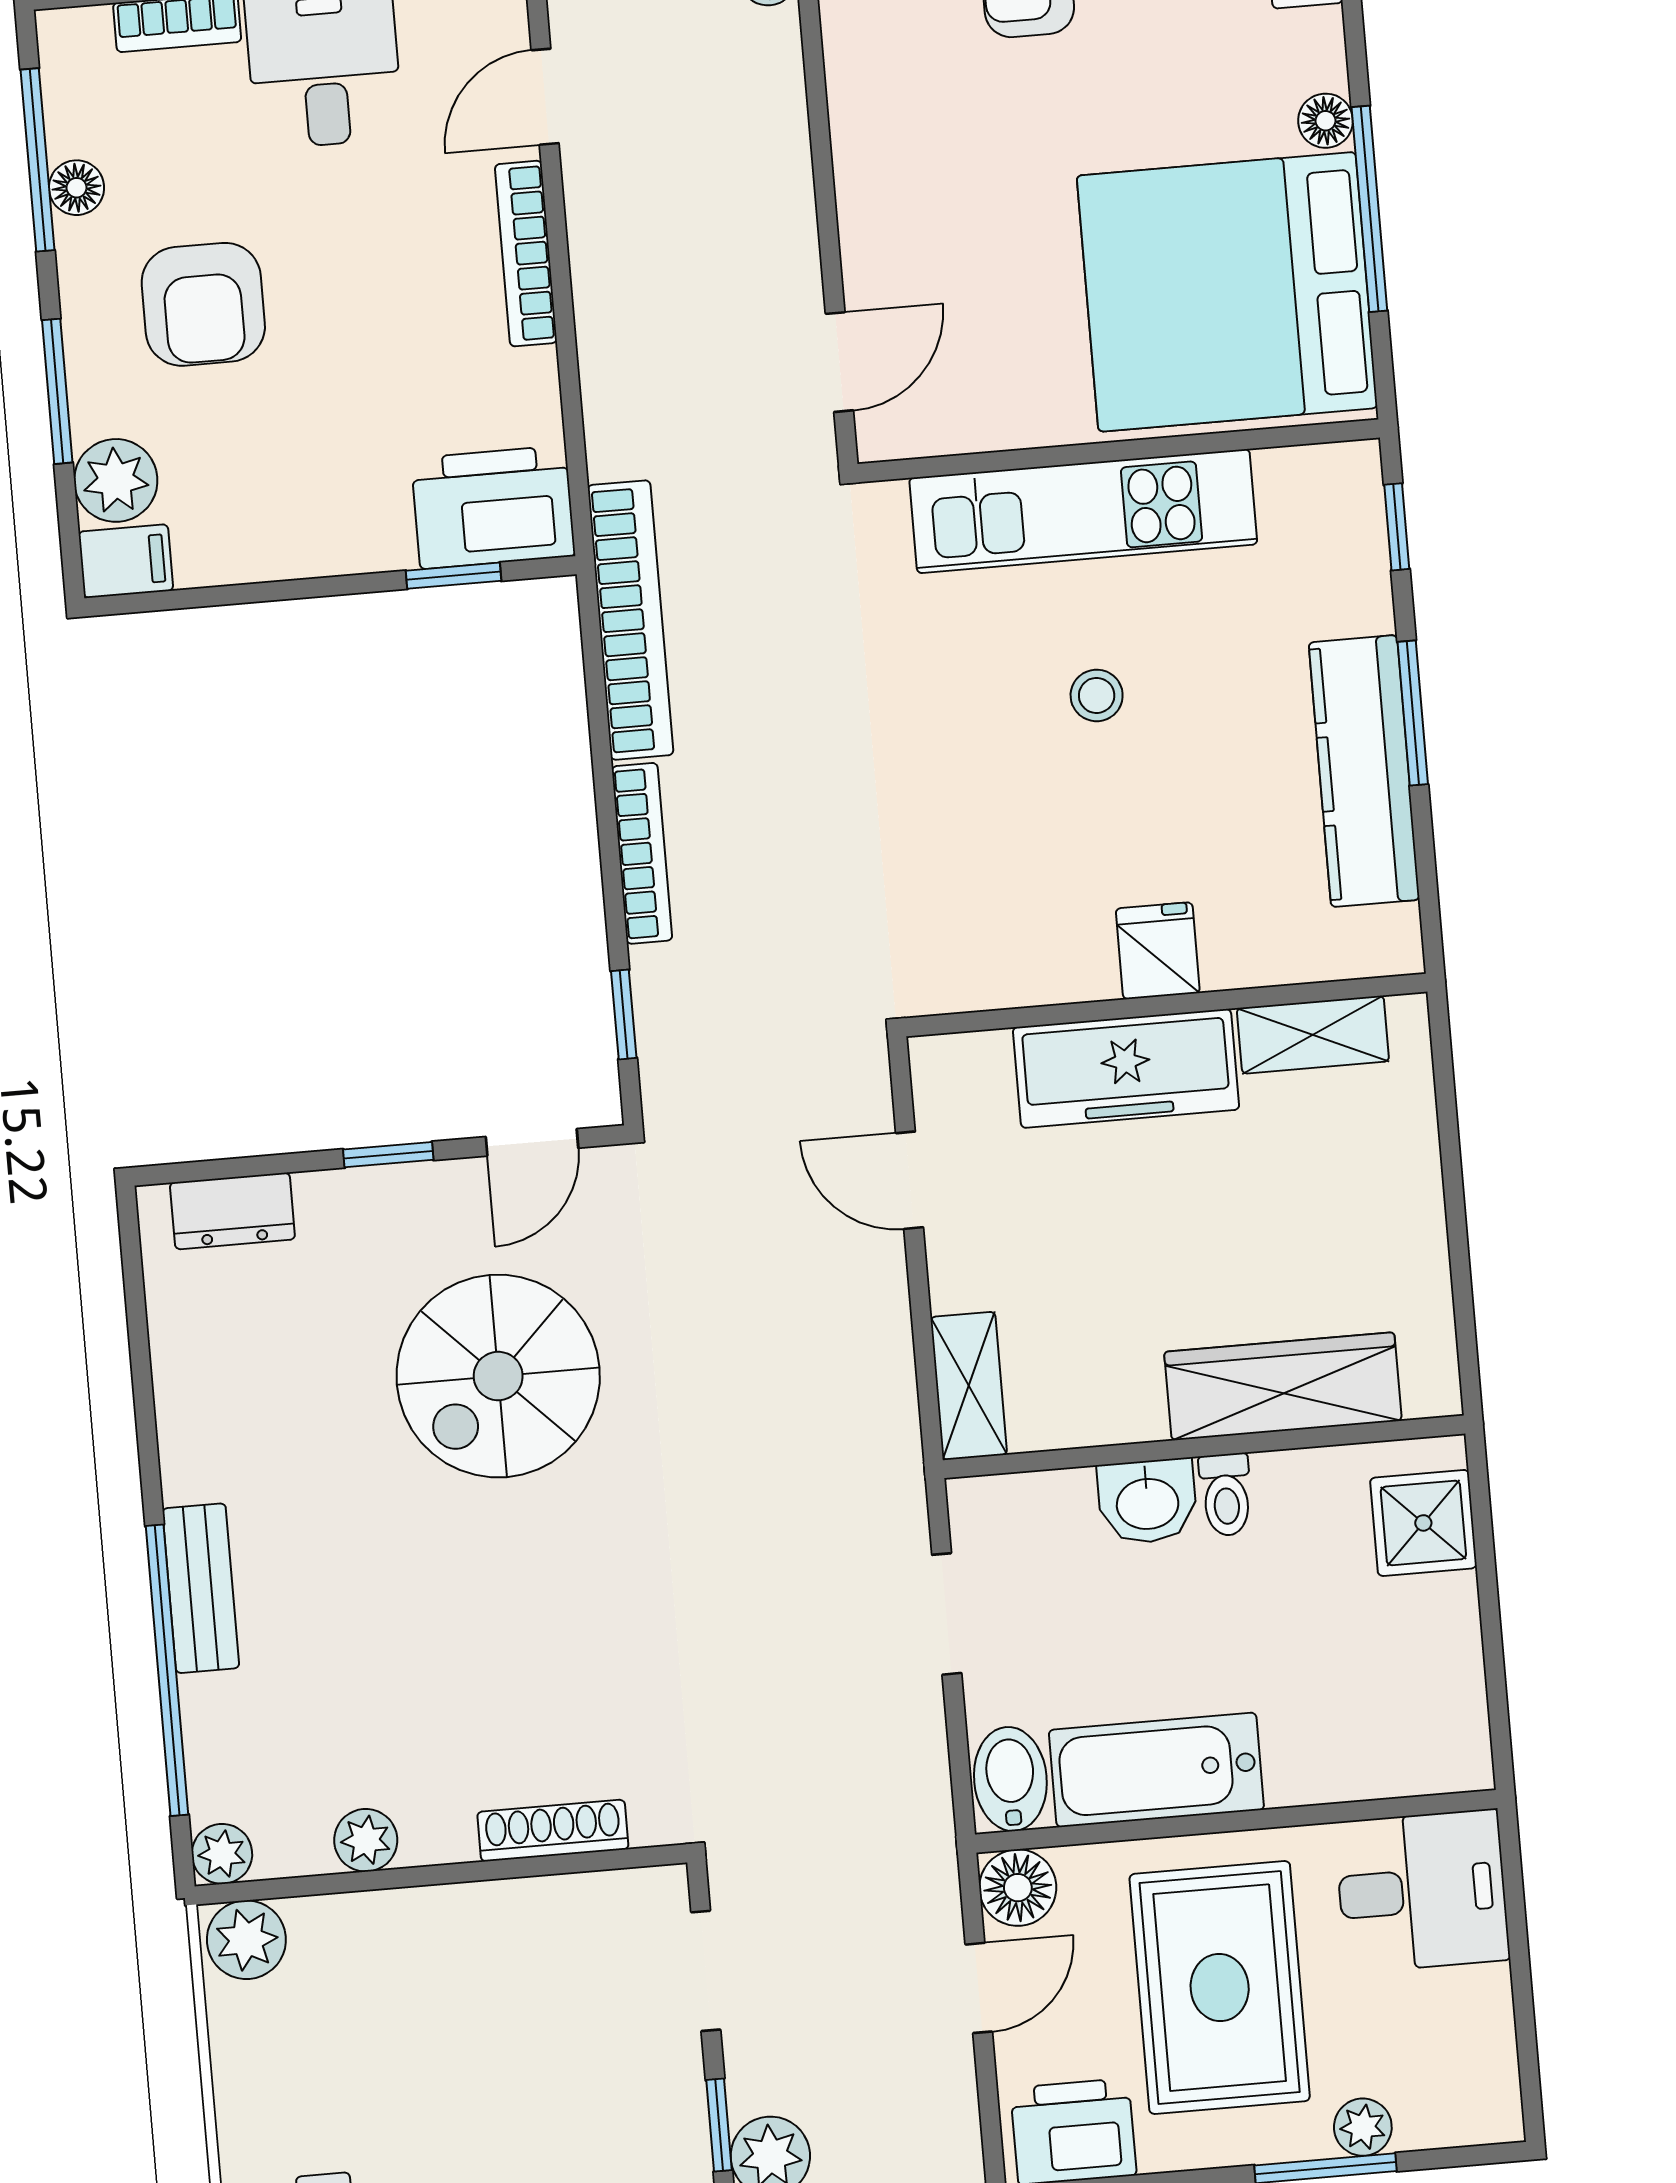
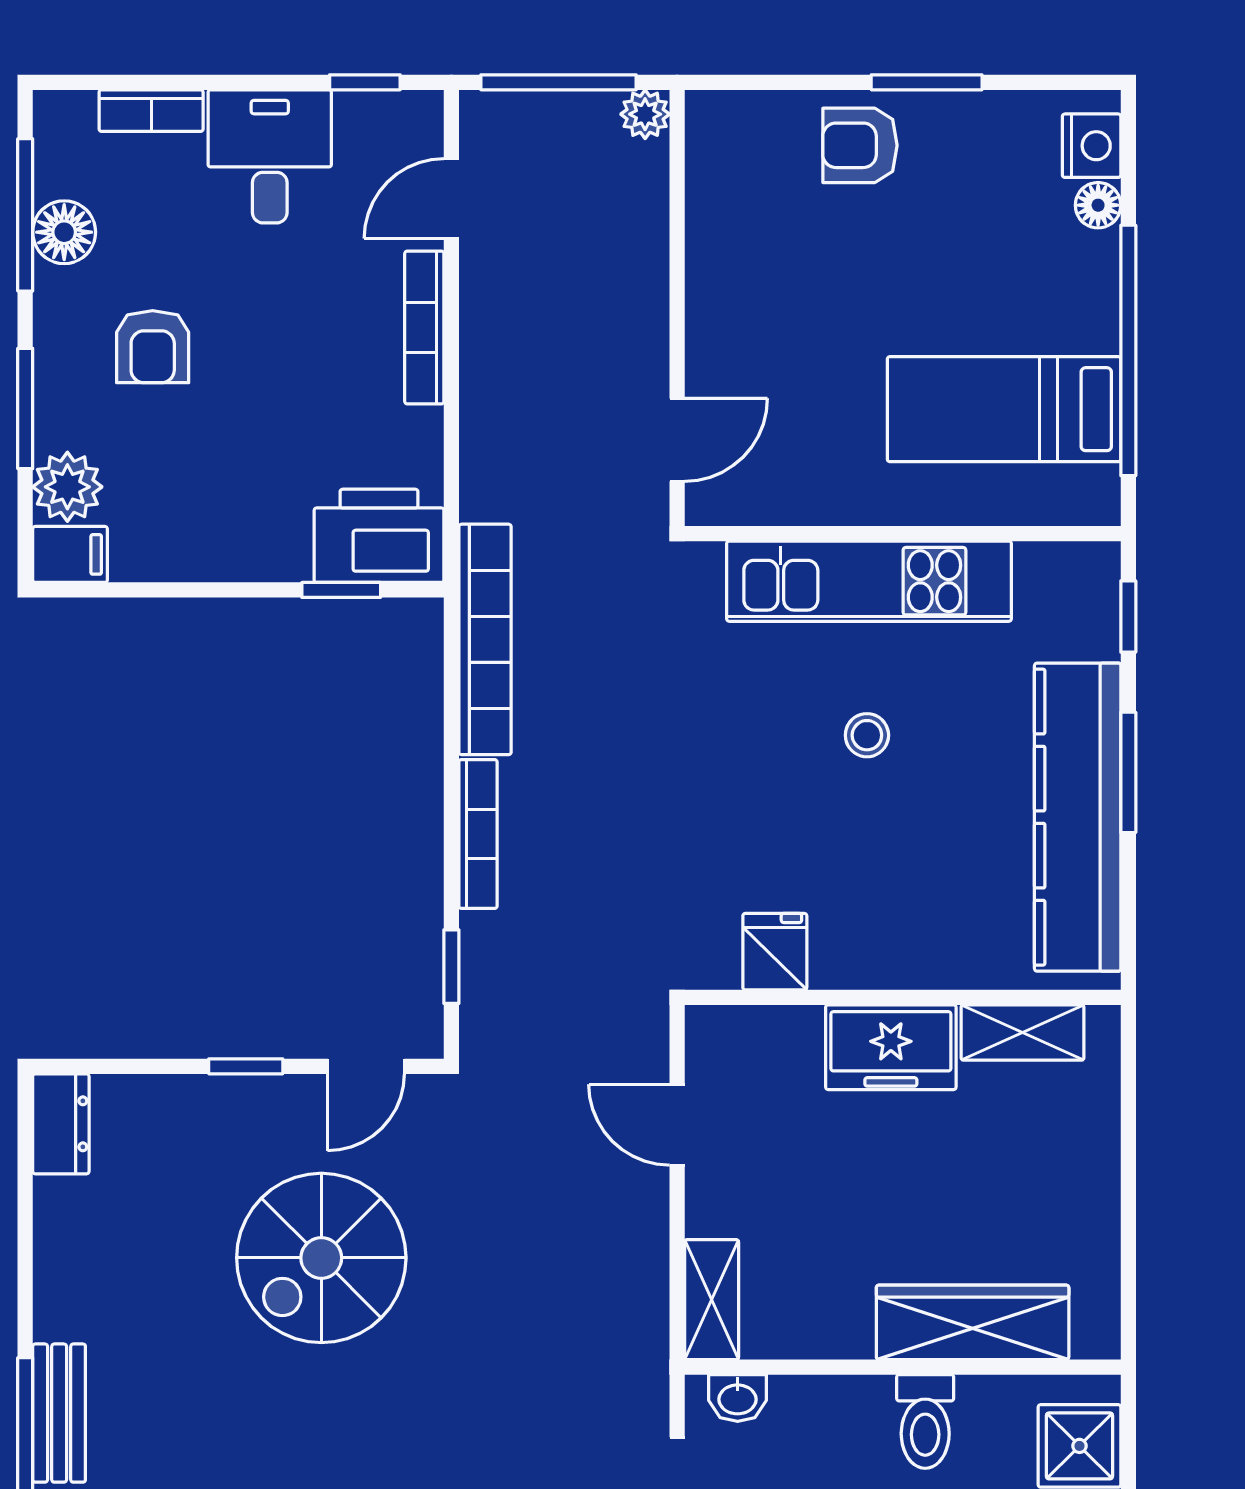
floor lamp: (1326, 121) -> (1098, 205), moved
floor lamp: (77, 188) -> (64, 232), width x1.37, depth x1.37
window: (1369, 209) -> (1128, 350), width x1.46
bed: (1227, 292) -> (1004, 409), width x0.49
armchair: (203, 304) -> (153, 347), width x0.72, depth x0.72
kitchen counter: (1364, 771) -> (1078, 817), width x1.39, depth x1.17
fridge: (1158, 951) -> (775, 952), moved
freezer: (1126, 1068) -> (891, 1047), width x0.71
dresser: (232, 1211) -> (61, 1124), moved, turned -90
toilet: (1226, 1495) -> (925, 1422), width x1.37, depth x1.39
washbasin: (1147, 1501) -> (738, 1398), moved, width x0.72, depth x0.69

